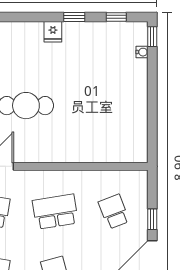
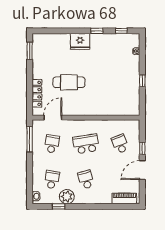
fridge: (53, 32) -> (80, 41), width x1.88, depth x1.34
window: (152, 37) -> (142, 81), moved

